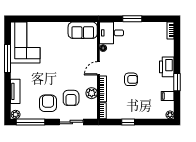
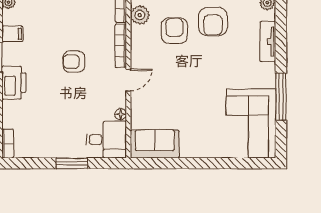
plant: (92, 93) -> (140, 15), moved

